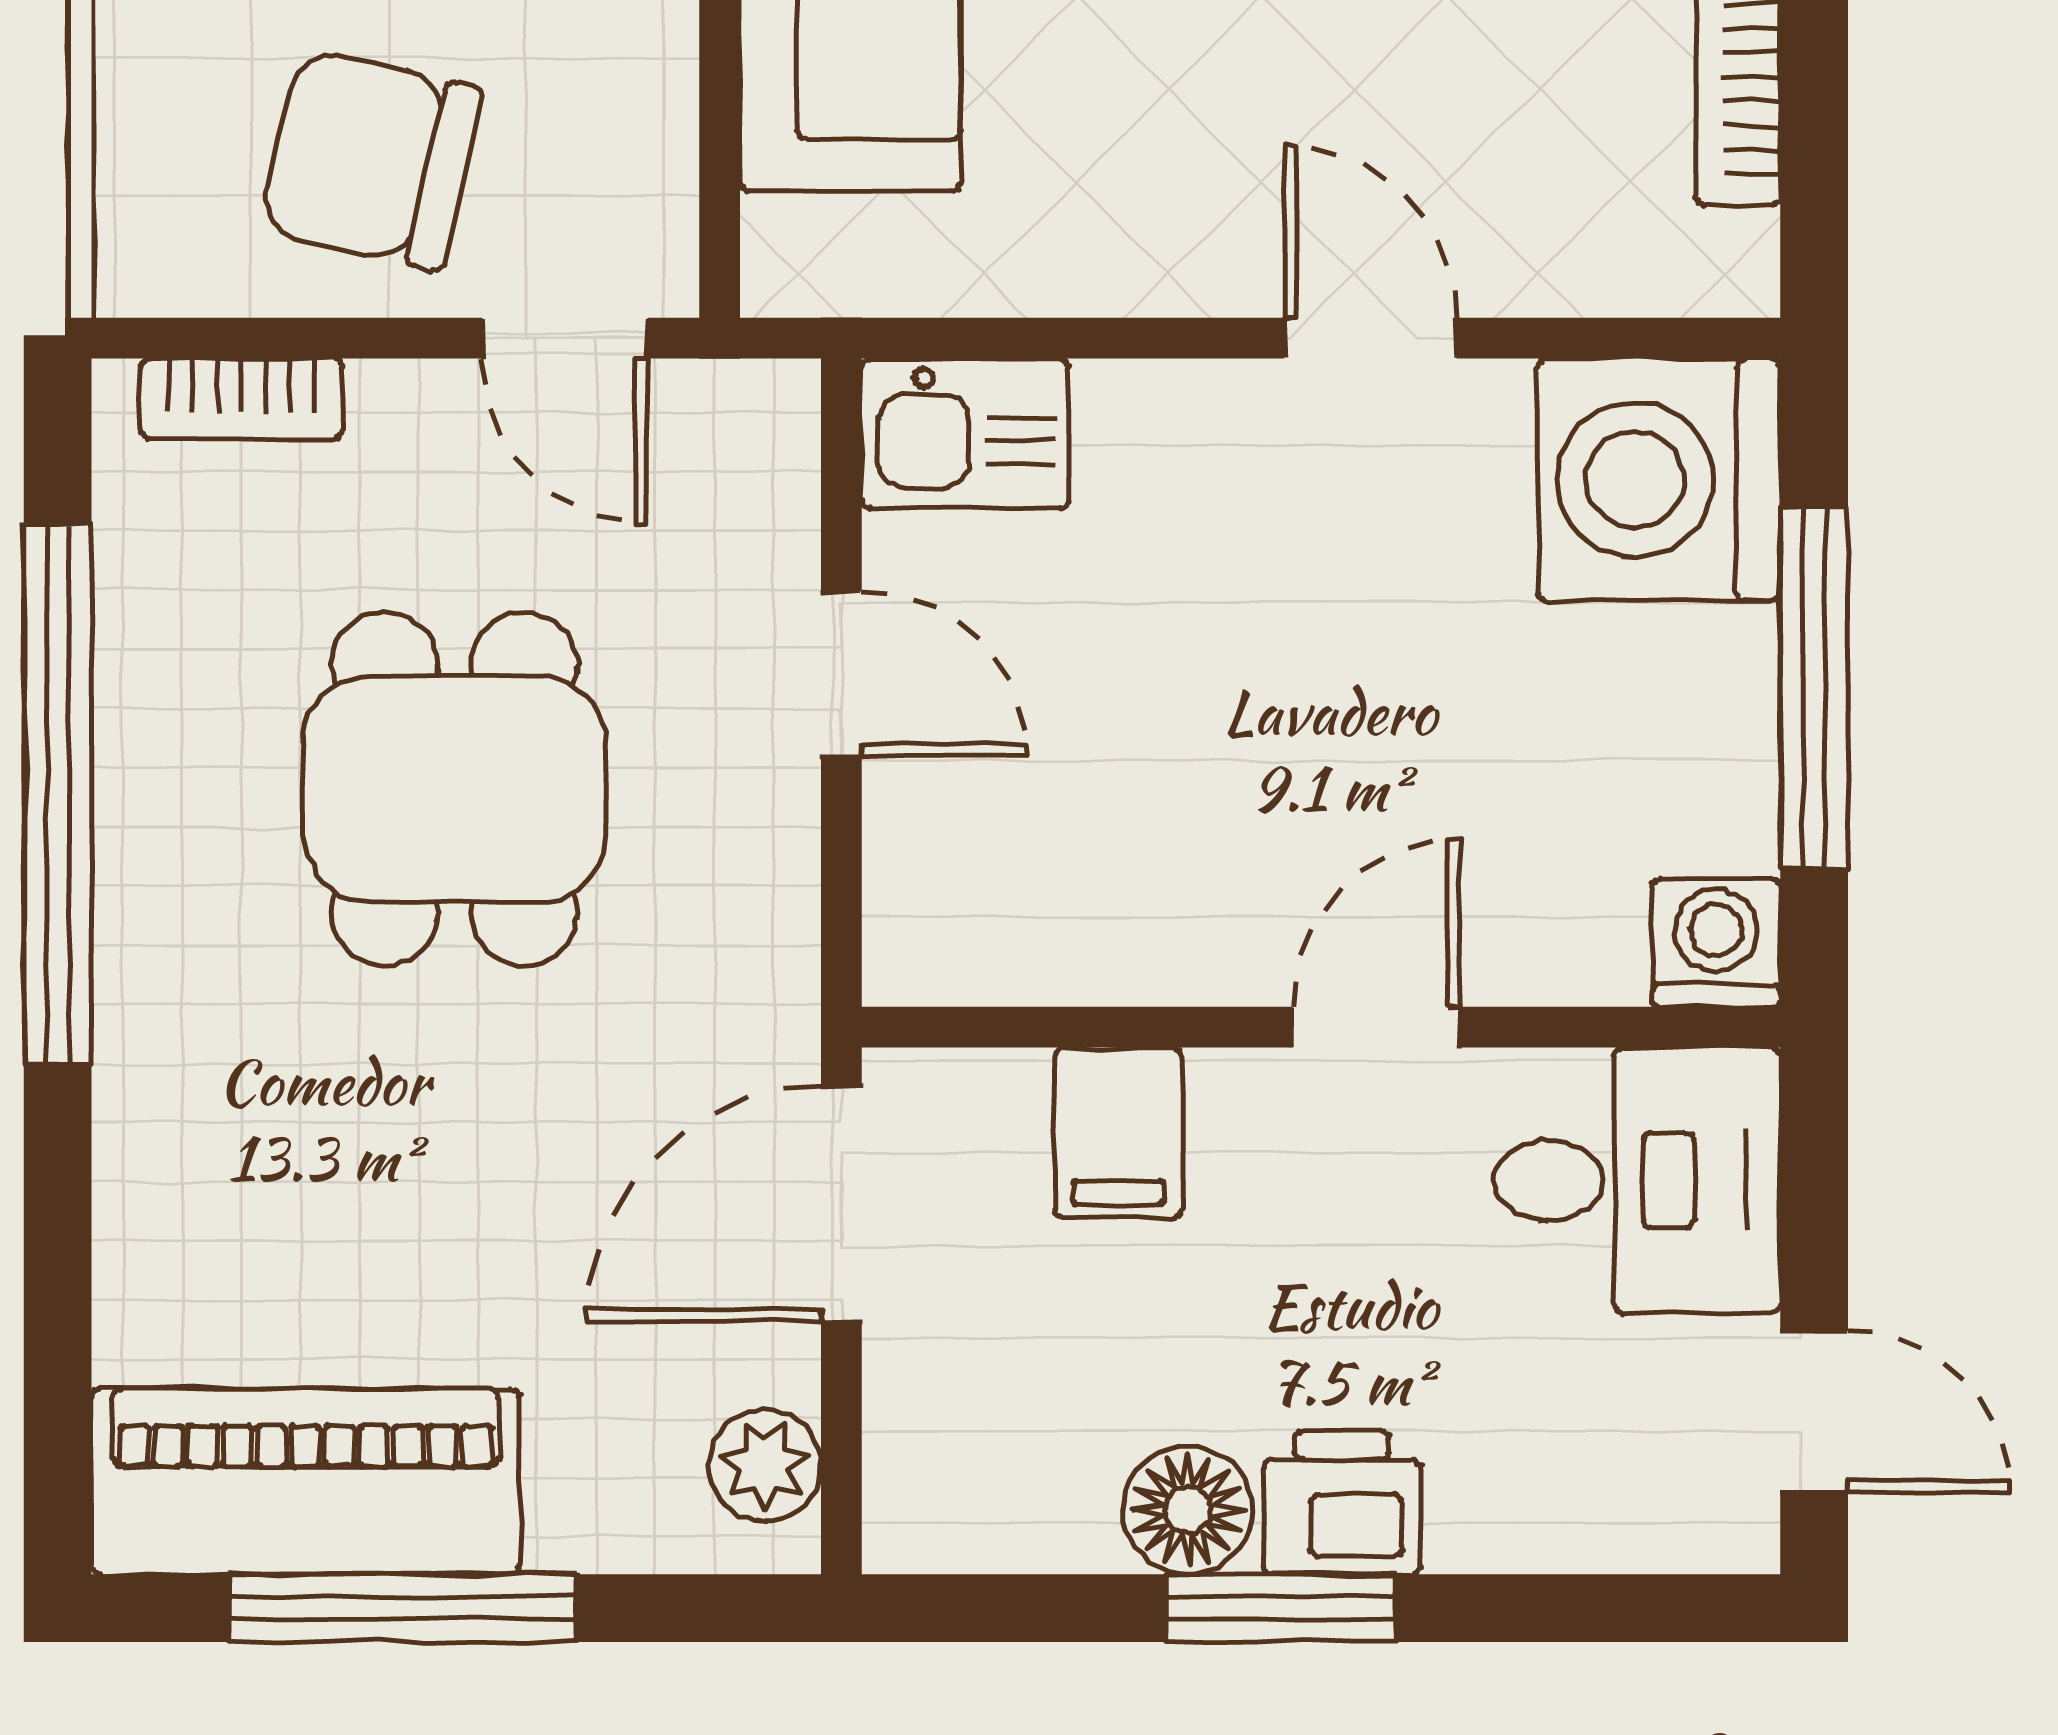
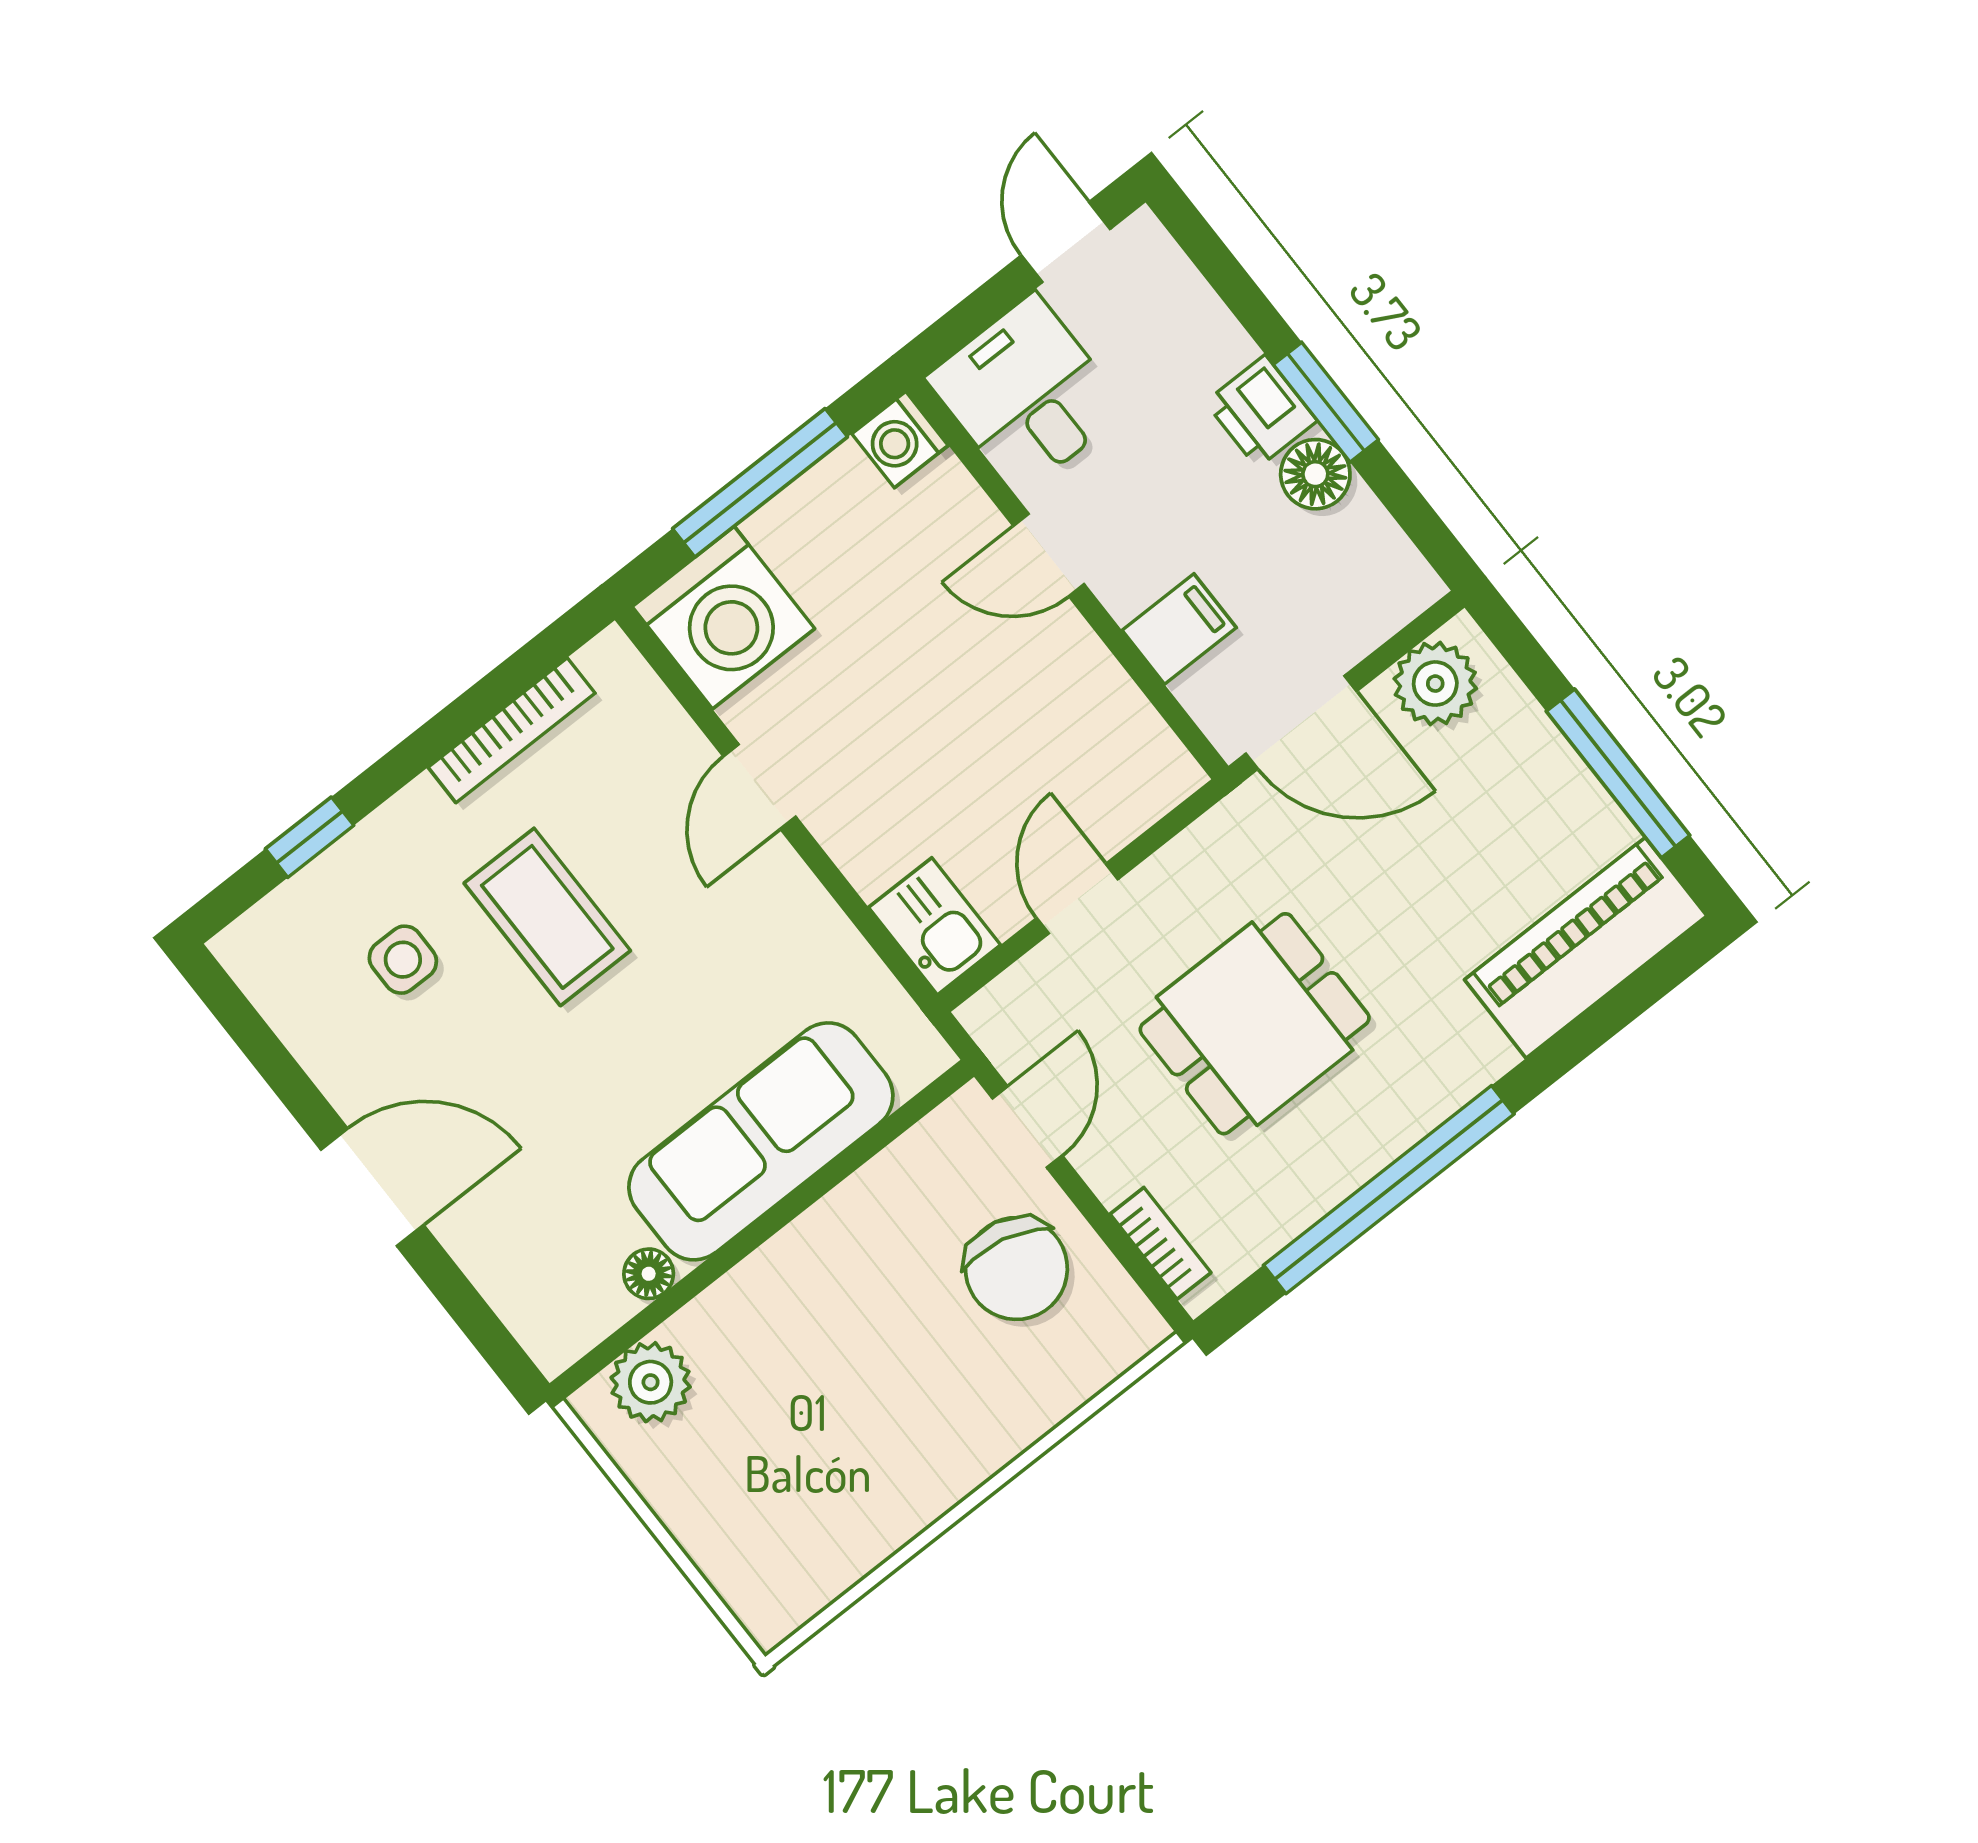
plant: (765, 1465) -> (1435, 684), width x1.38, depth x1.38
piano: (306, 1481) -> (1586, 948), moved, turned 90

